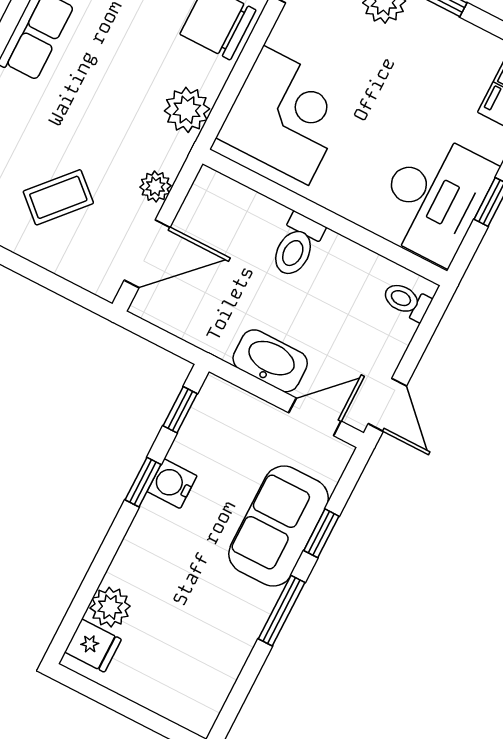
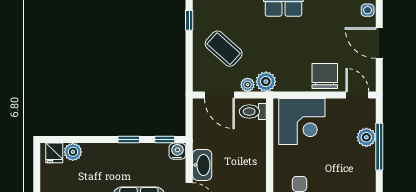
plant: (187, 110) -> (266, 82), moved
coffee table: (58, 197) -> (224, 49), width x1.36, depth x1.30
toilet: (297, 246) -> (253, 112), moved
water cooler: (172, 484) -> (177, 151), moved

